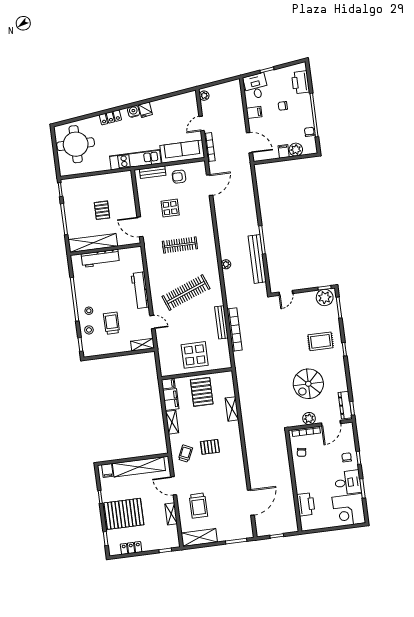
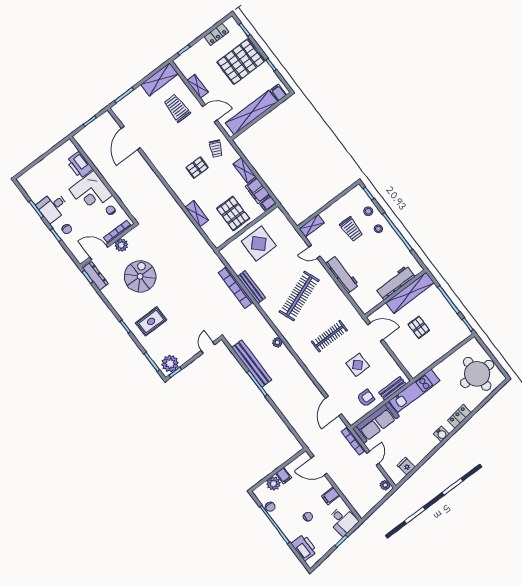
fridge: (145, 110) -> (406, 466), moved
door: (331, 423) -> (99, 252), hinge flipped
corner desk: (349, 510) -> (91, 192), moved, turned 180

